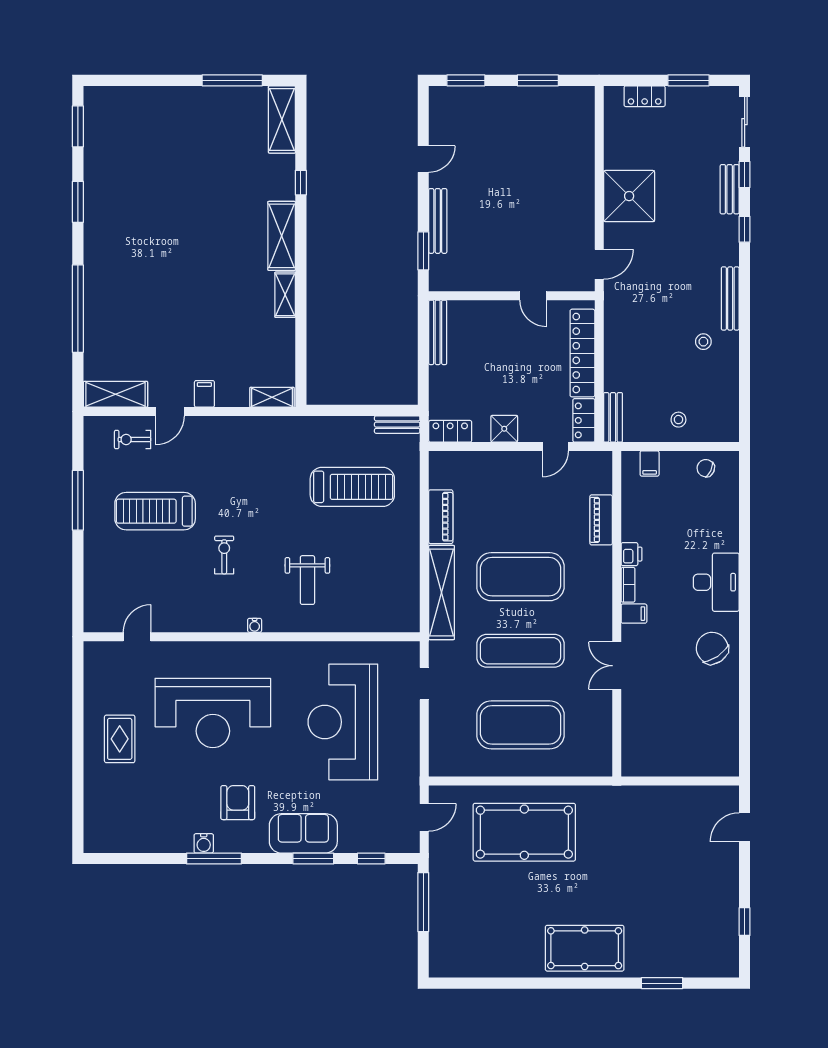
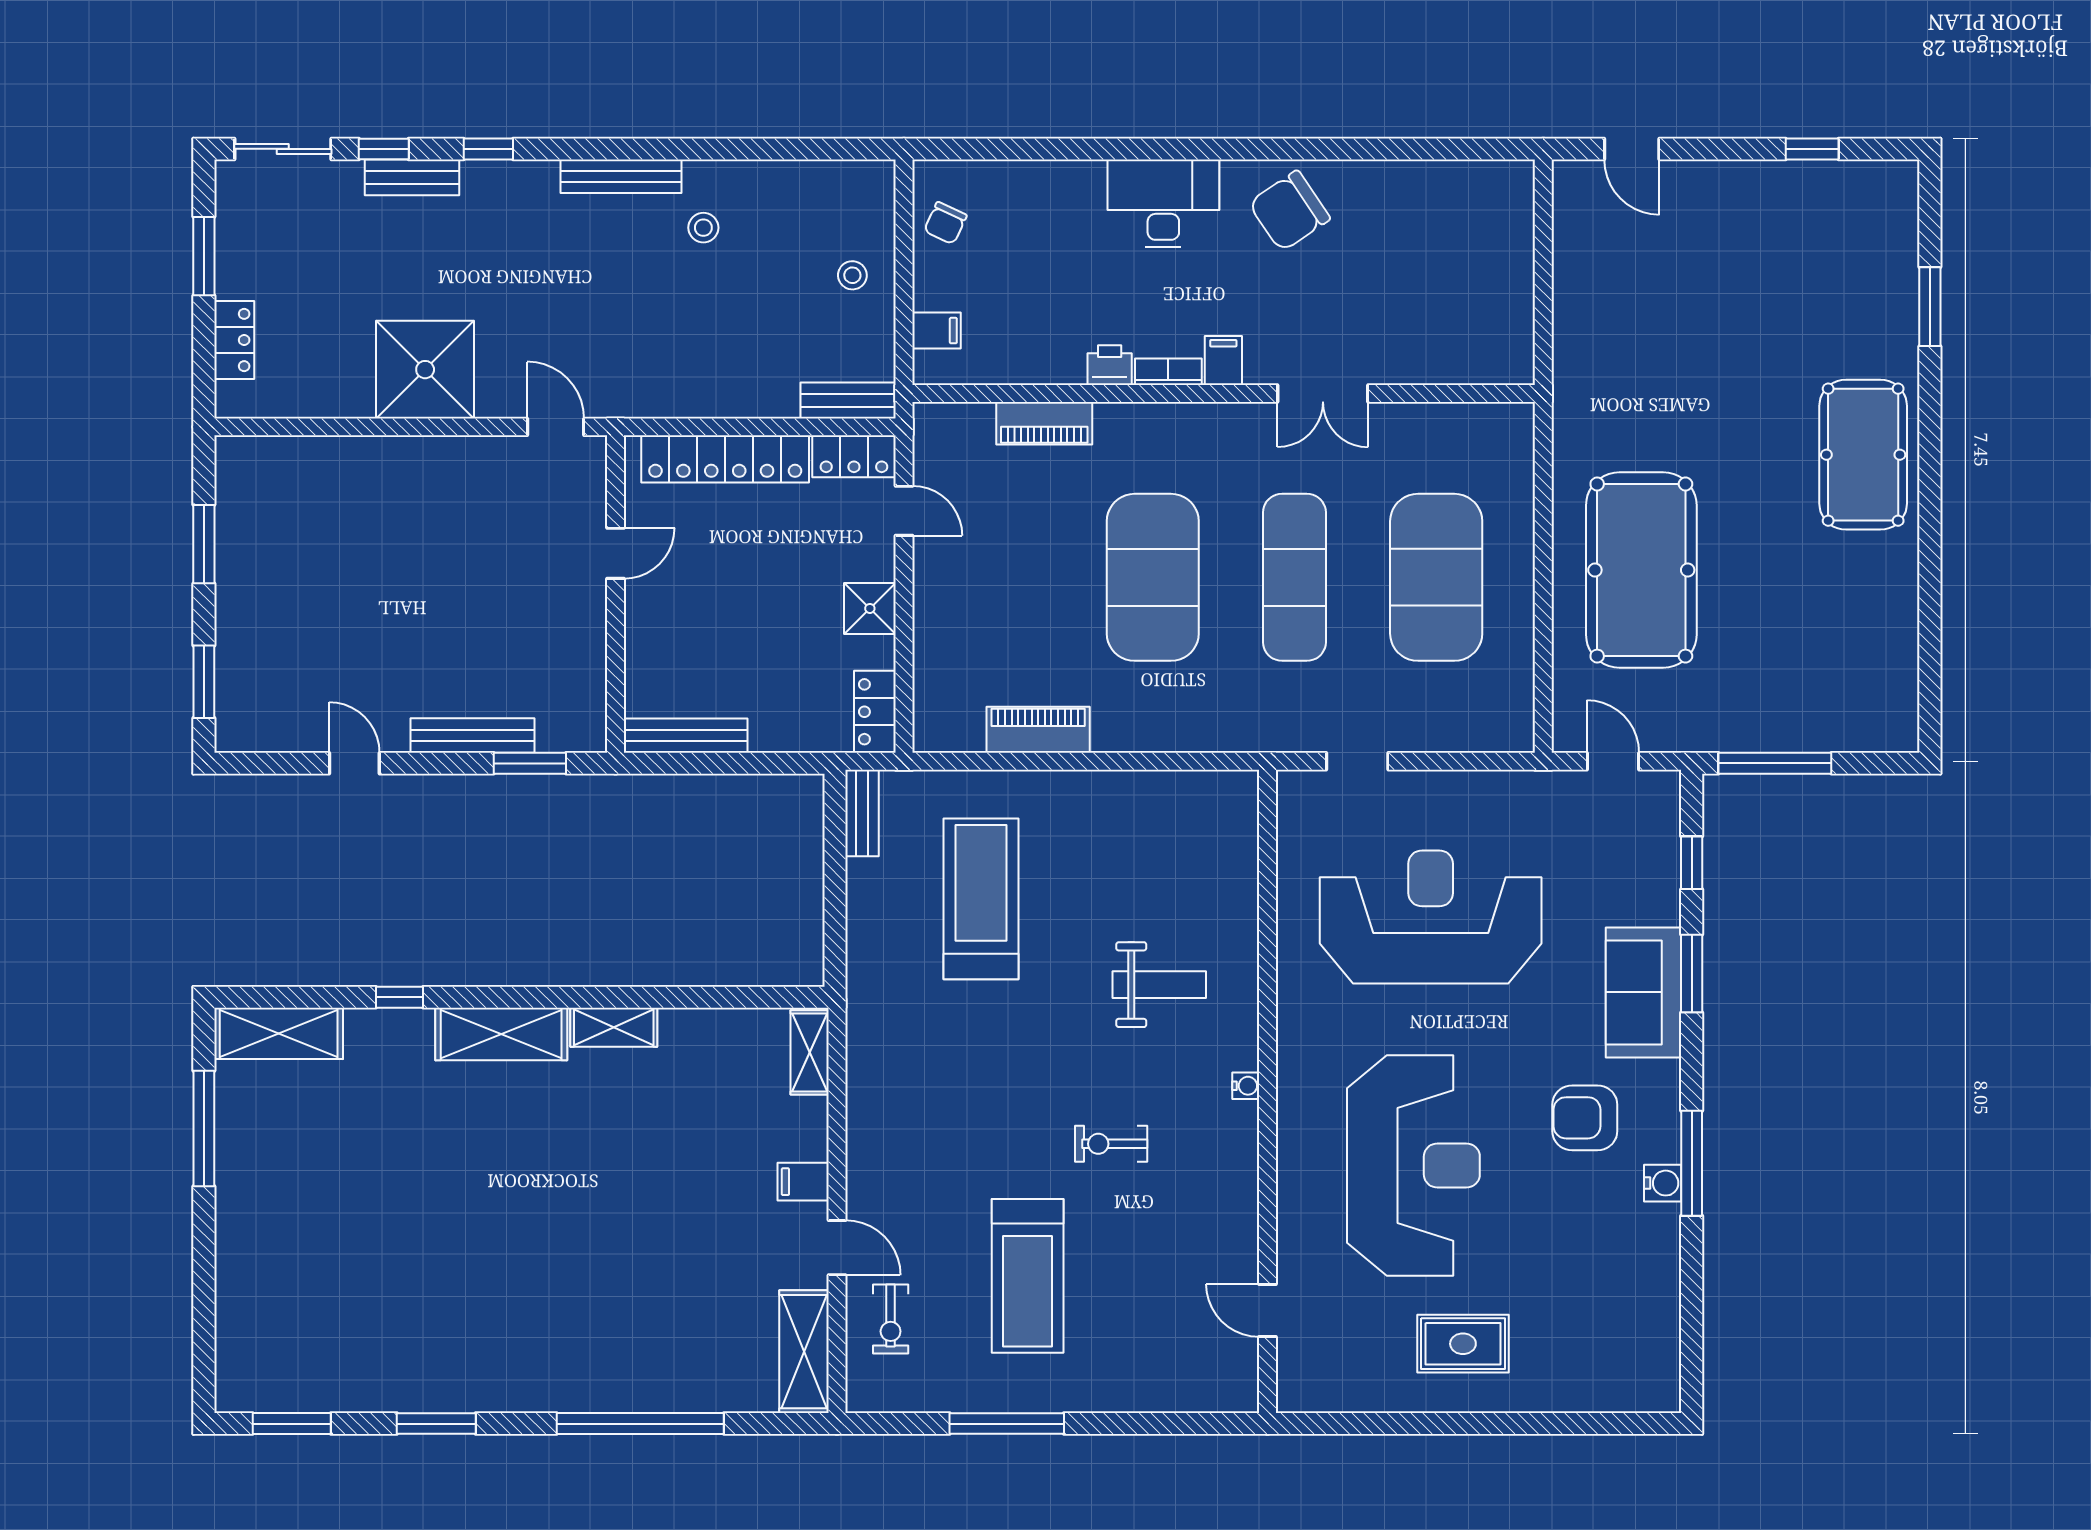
shelving: (442, 593) -> (1183, 728), removed
reception desk: (343, 722) -> (1431, 917), turned 180

